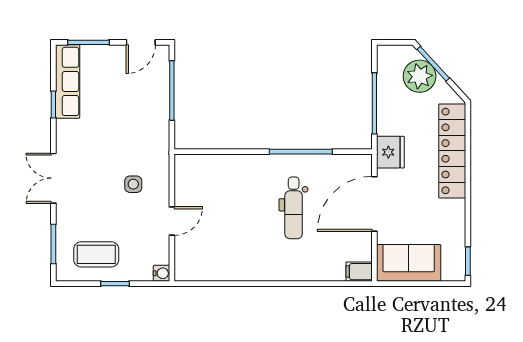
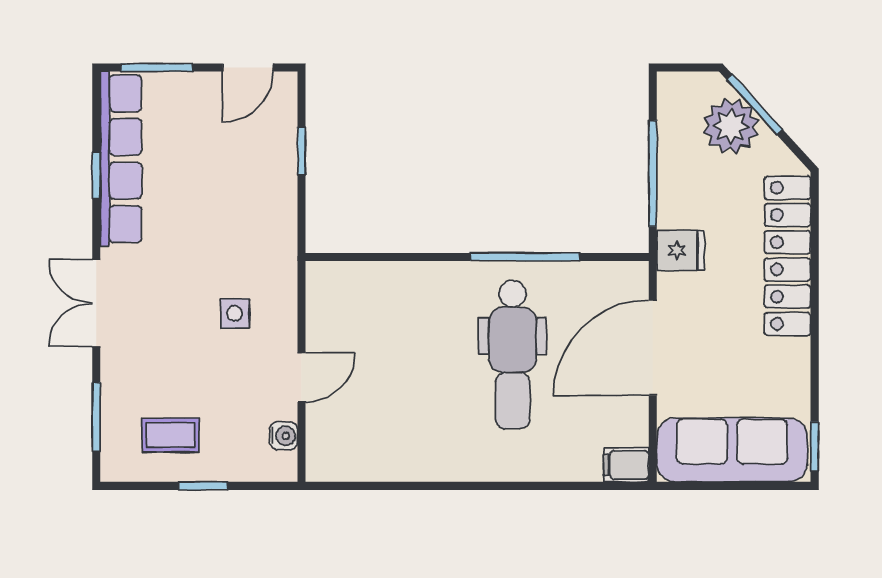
row of seats: (68, 81) -> (121, 159), width x1.36
window: (172, 91) -> (302, 151), width x0.46
fridge: (390, 152) -> (681, 250), width x0.72
dental chair: (294, 208) -> (513, 355), width x1.36, depth x1.38
coffee table: (96, 254) -> (171, 435), width x0.73, depth x0.77
sofa: (409, 263) -> (732, 450), width x1.36
water cooler: (161, 273) -> (284, 436), moved

